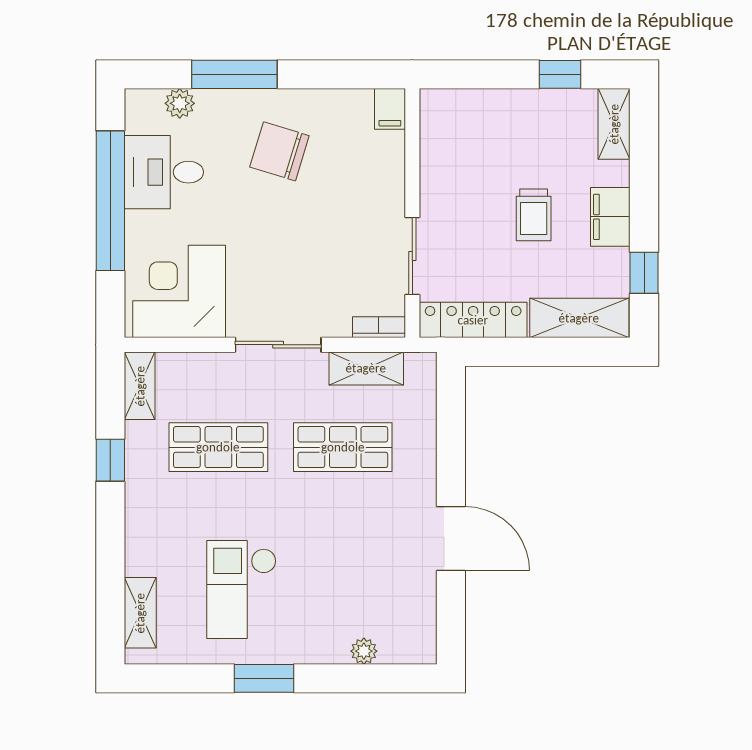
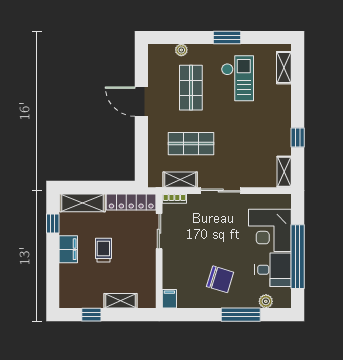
shelving: (614, 124) -> (121, 301), moved, turned 90
corner desk: (179, 291) -> (270, 230), moved, turned 90
shop shelf: (218, 447) -> (191, 88), moved, turned 90

